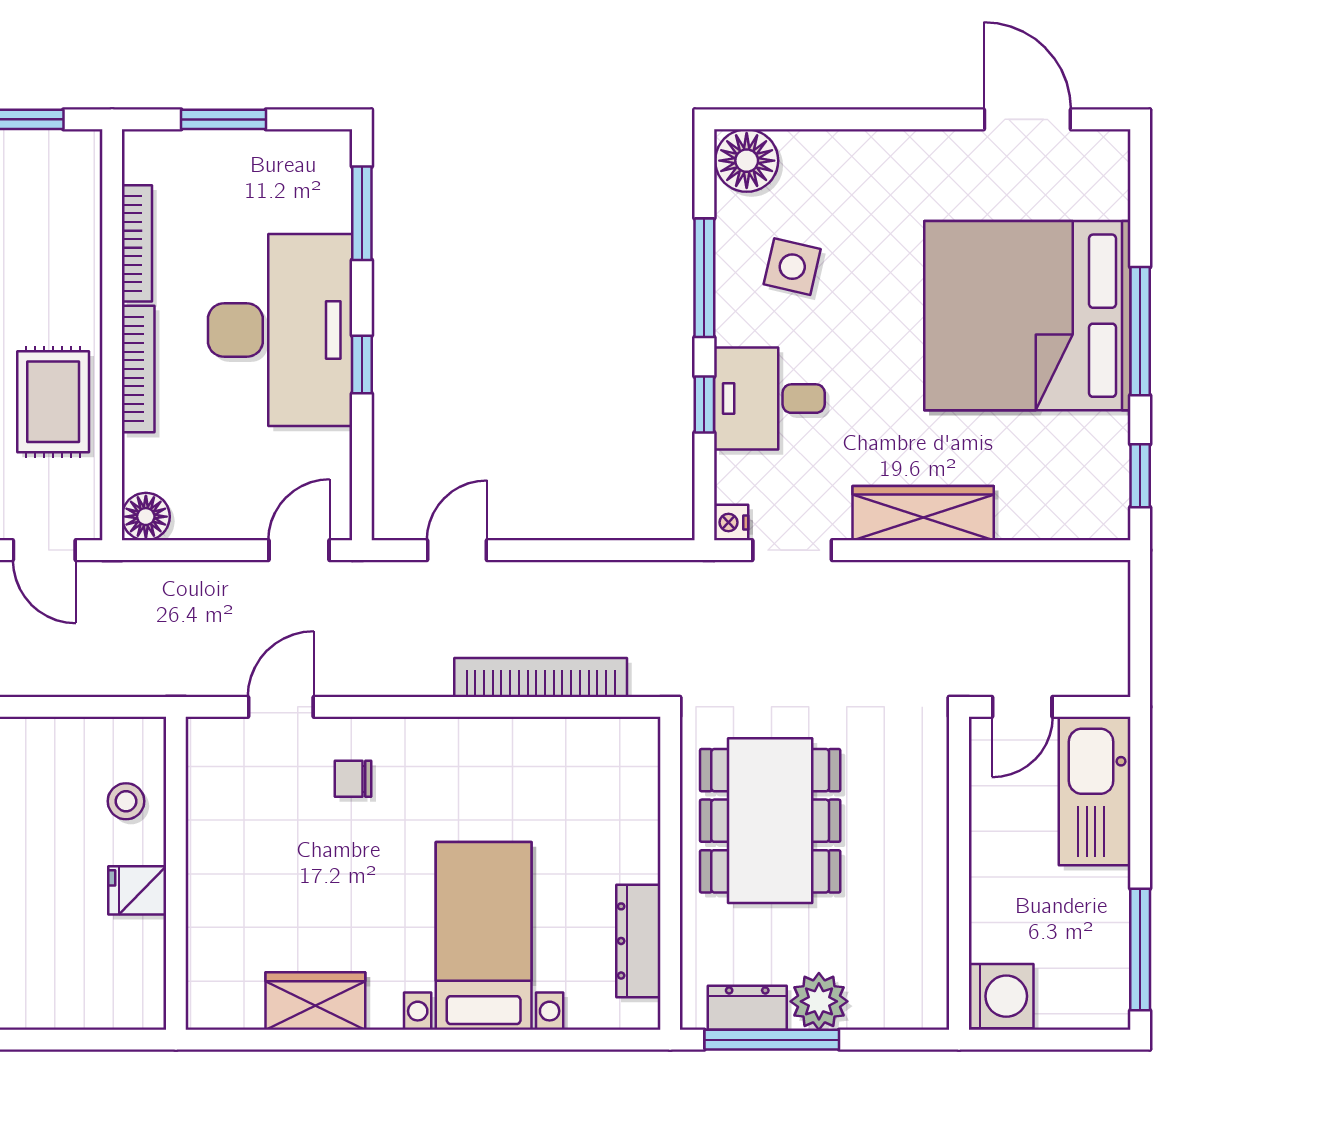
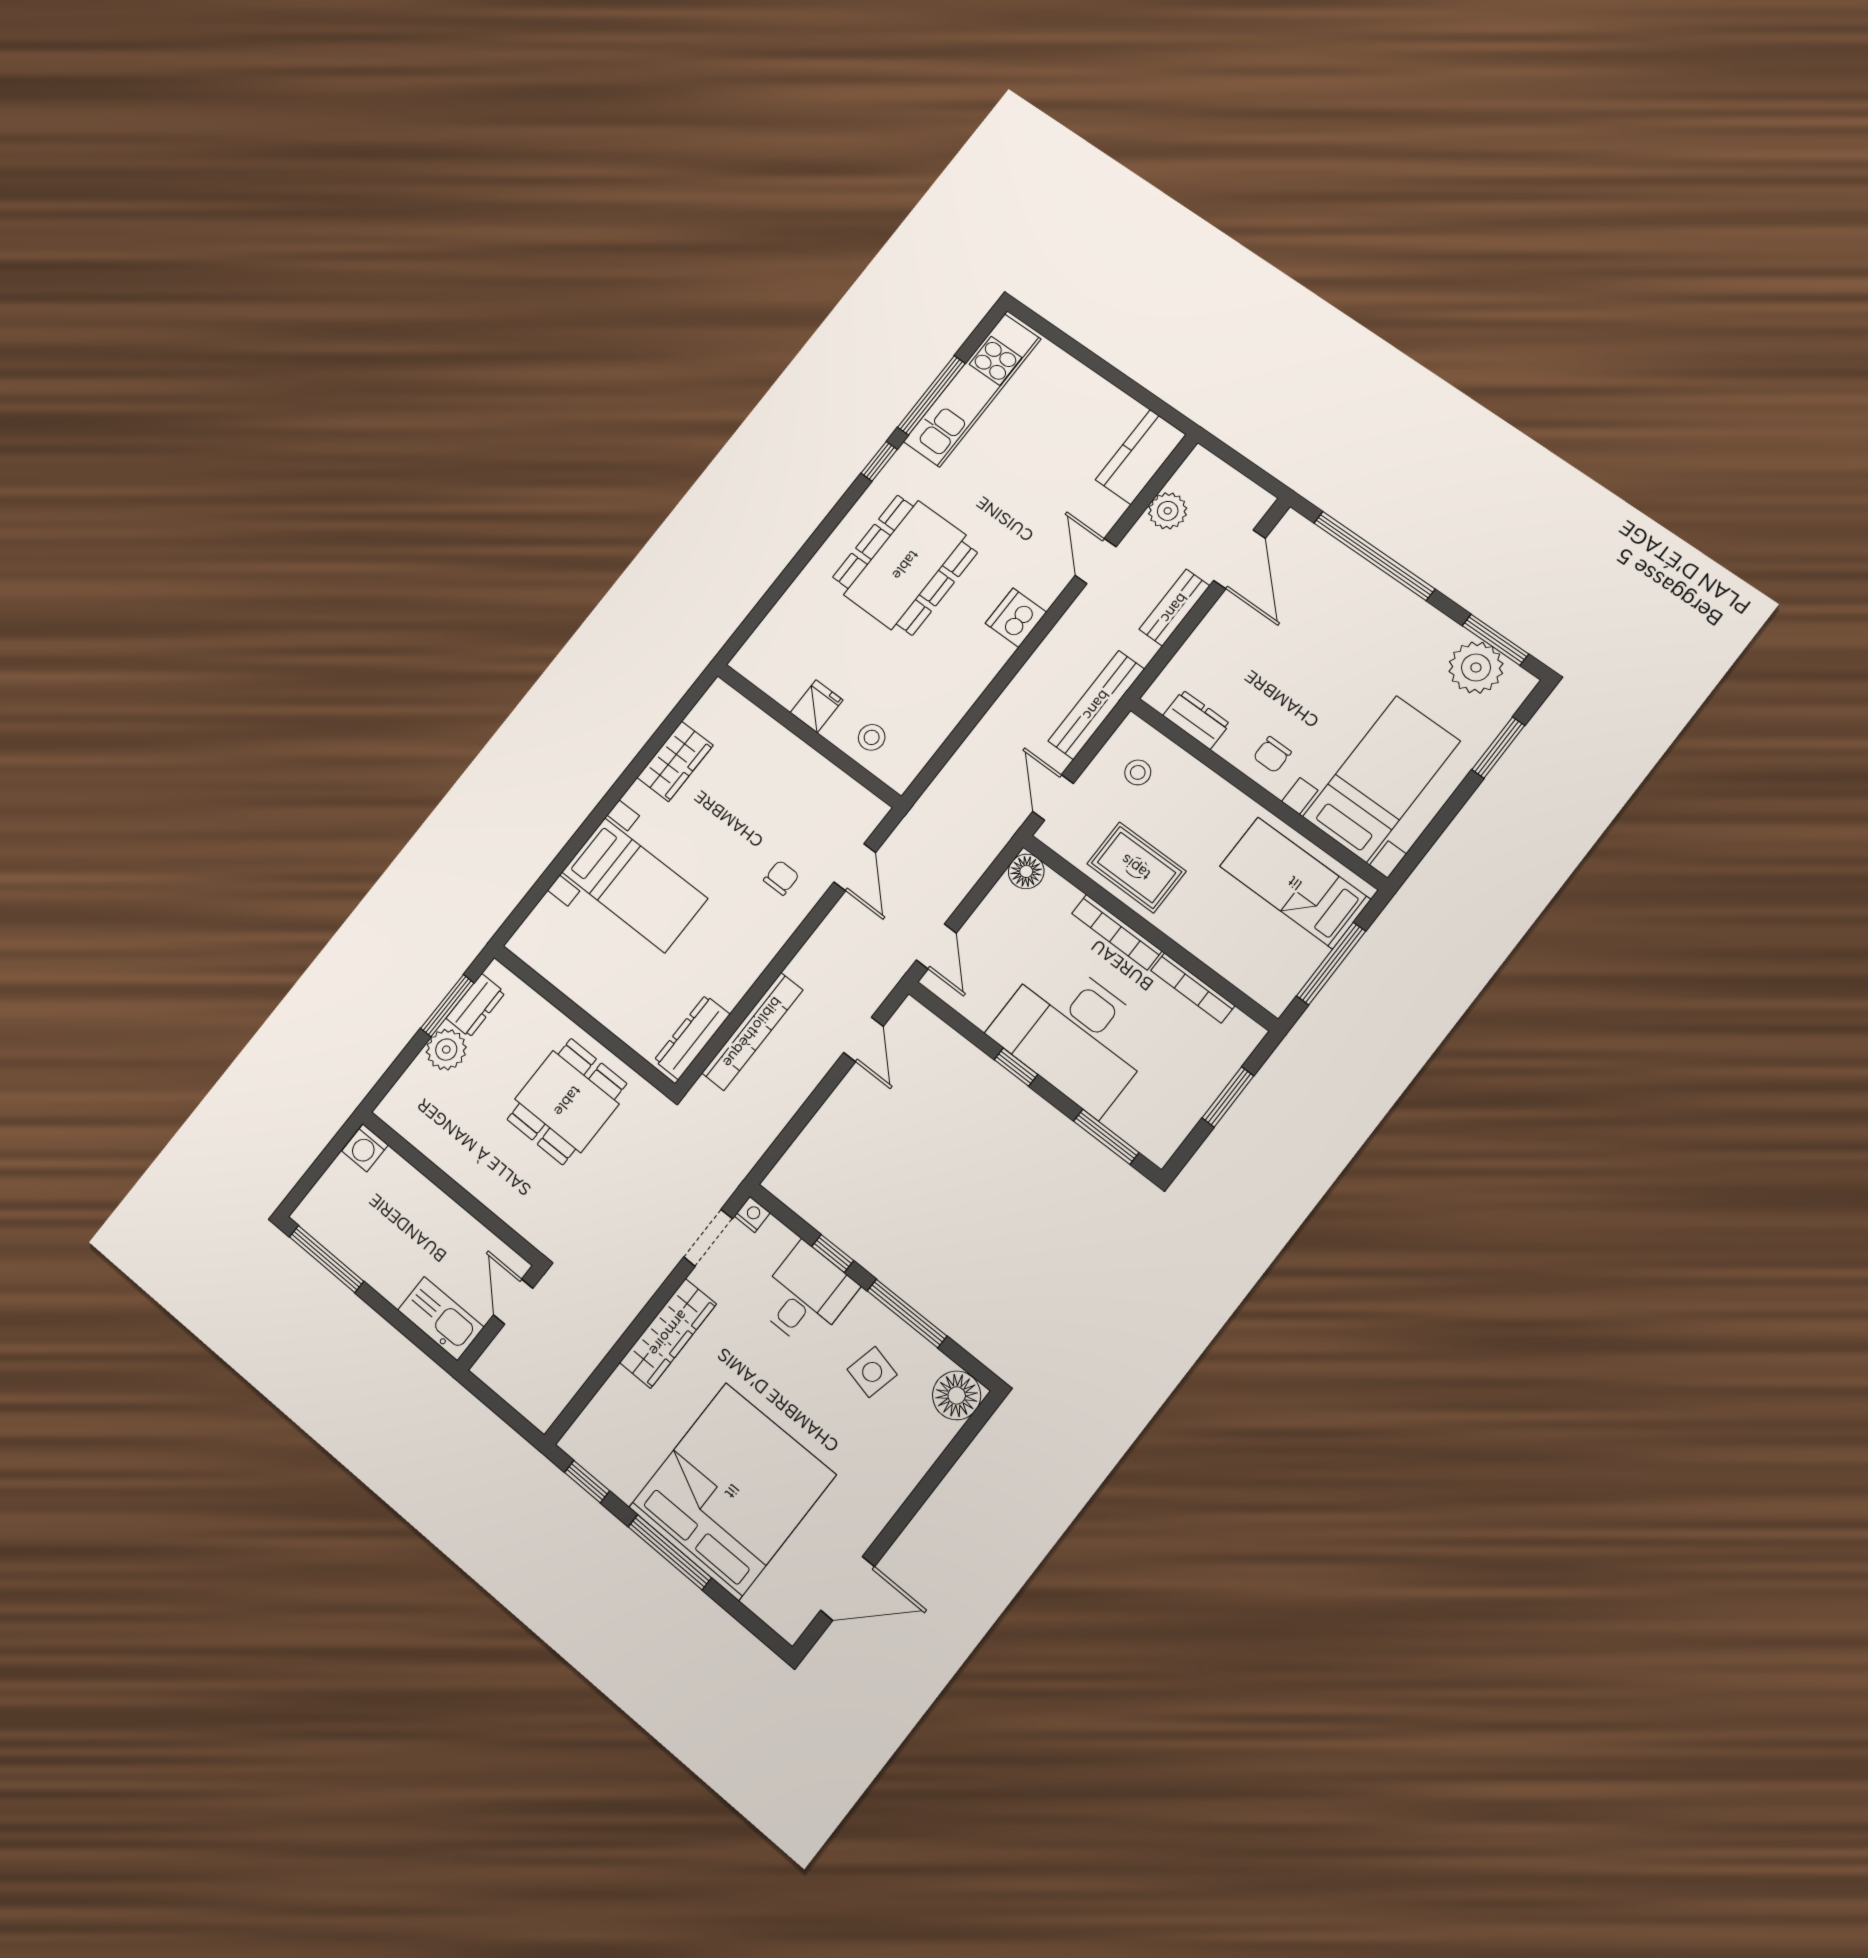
door: (44, 550) -> (1053, 797), hinge flipped
kitchen sink: (1095, 791) -> (441, 1319), width x0.73, depth x0.81
dining table: (770, 821) -> (567, 1101), width x0.73
dresser: (638, 941) -> (692, 1037), moved, turned -90
washing machine: (1001, 996) -> (365, 1148), width x0.73, depth x0.73
window: (772, 1040) -> (447, 1006), width x0.69

